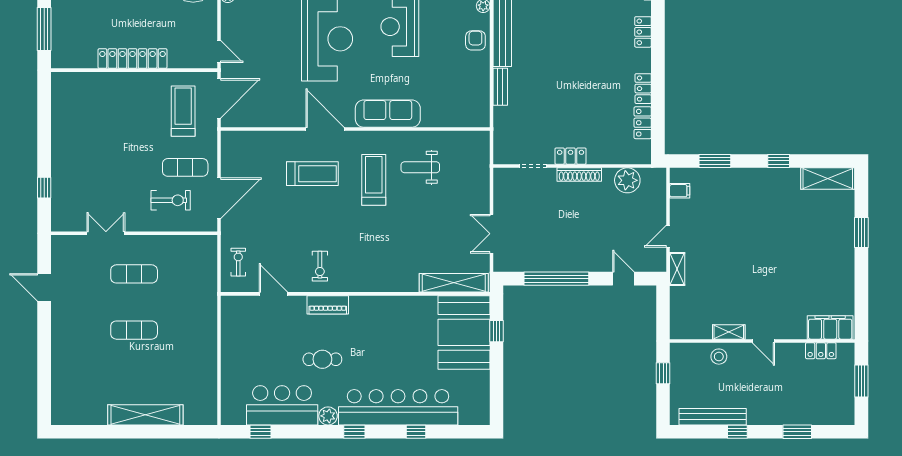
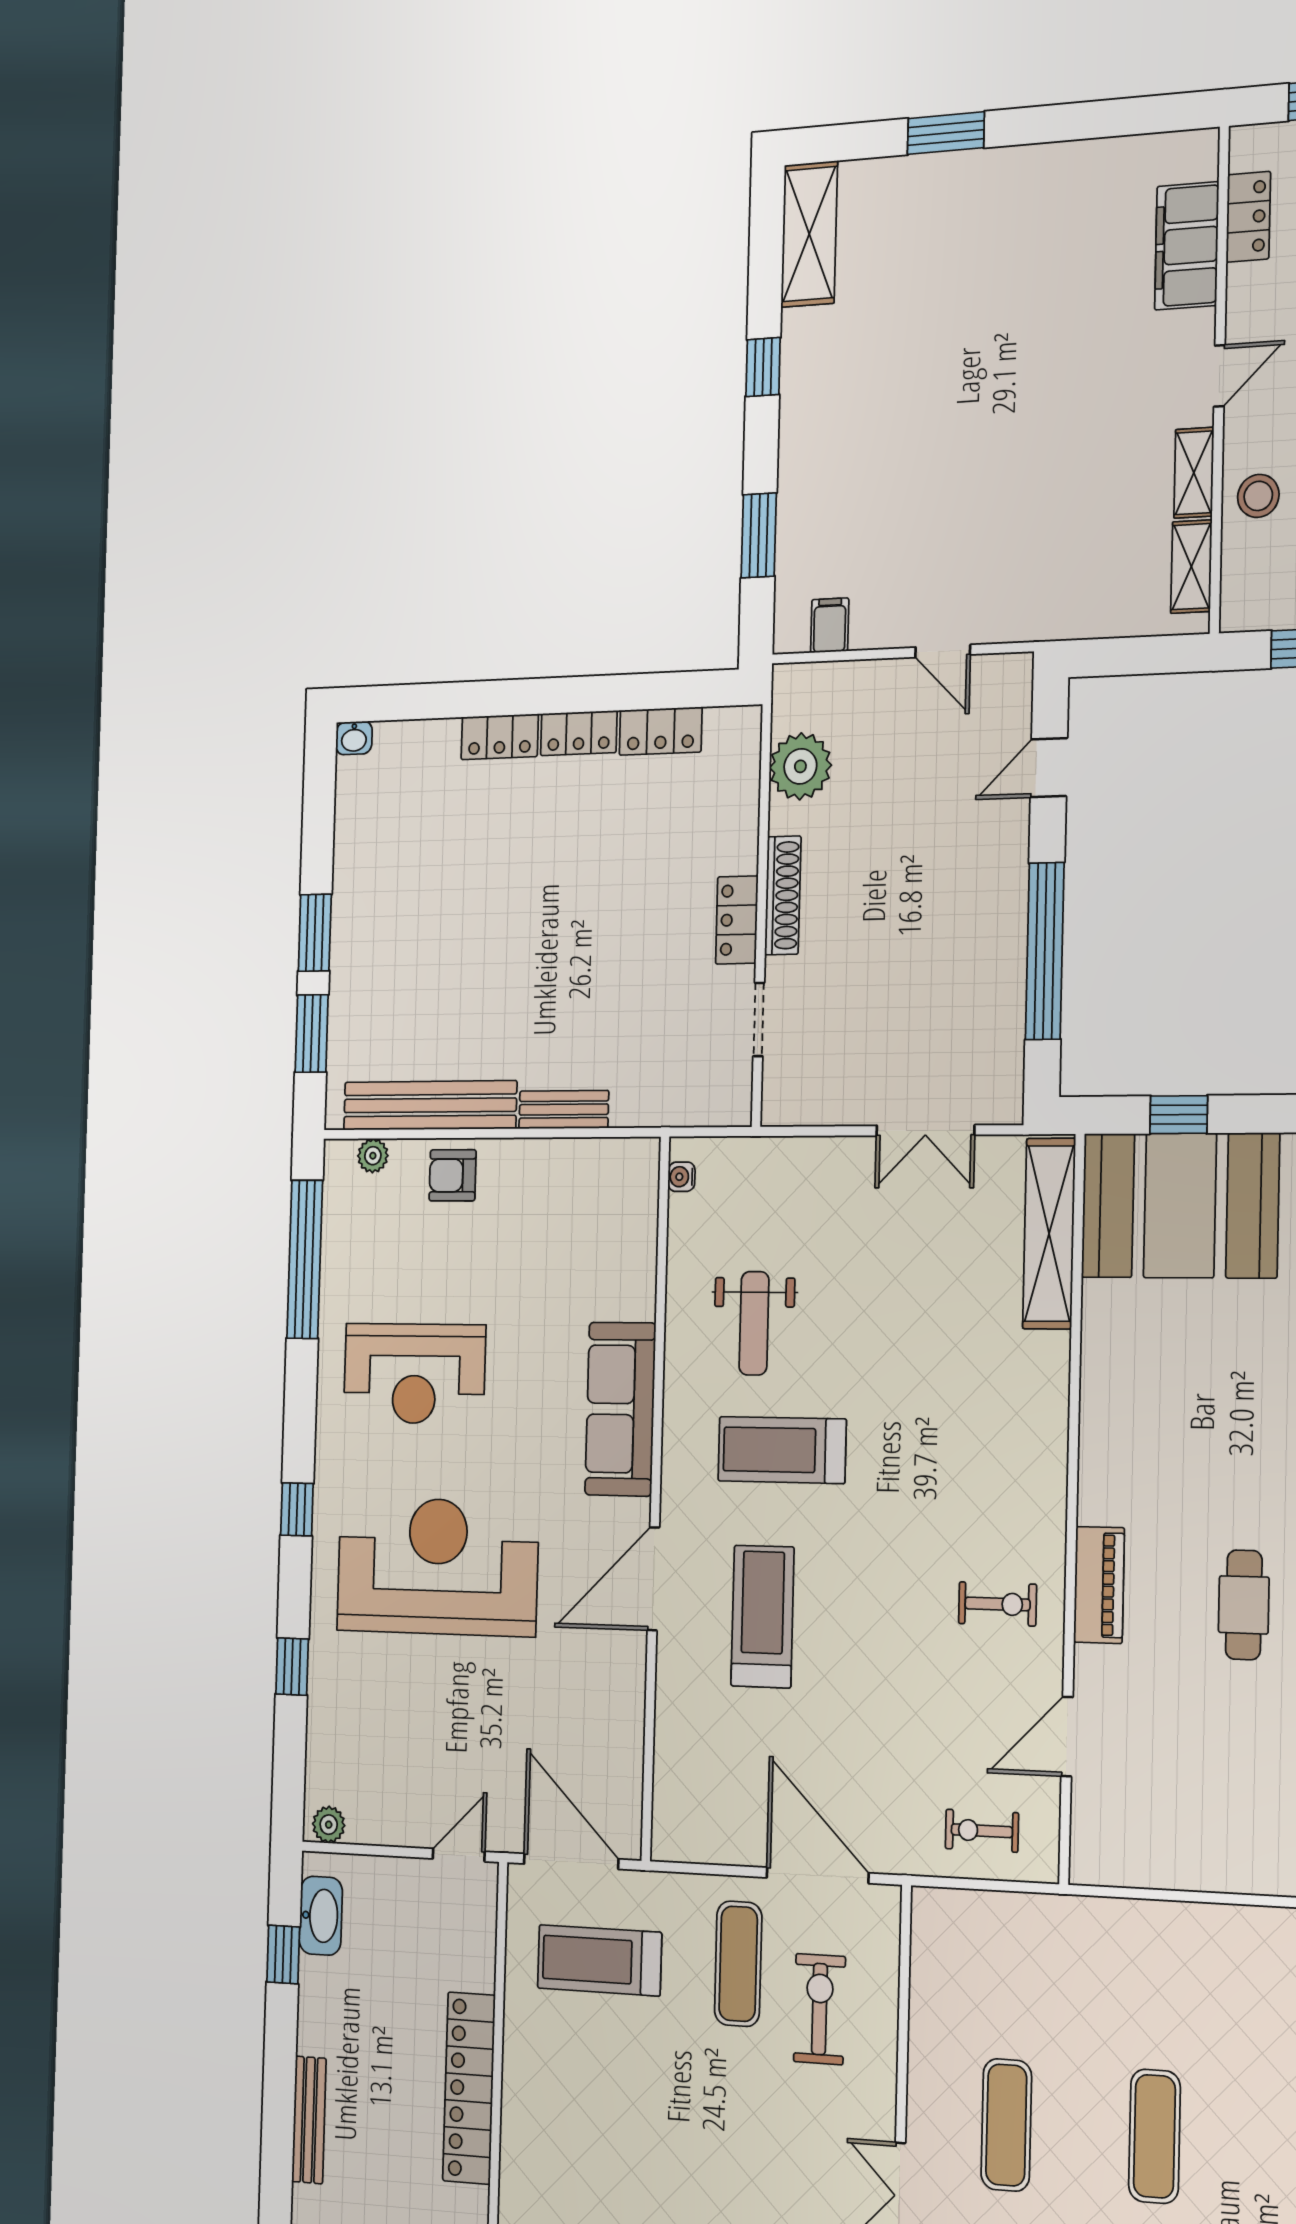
locker: (643, 32) -> (500, 737), moved
water cooler: (475, 136) -> (681, 1177), added
shelving: (677, 269) -> (1191, 567), moved, turned 90
filing cabinet: (830, 327) -> (1187, 246), moved

